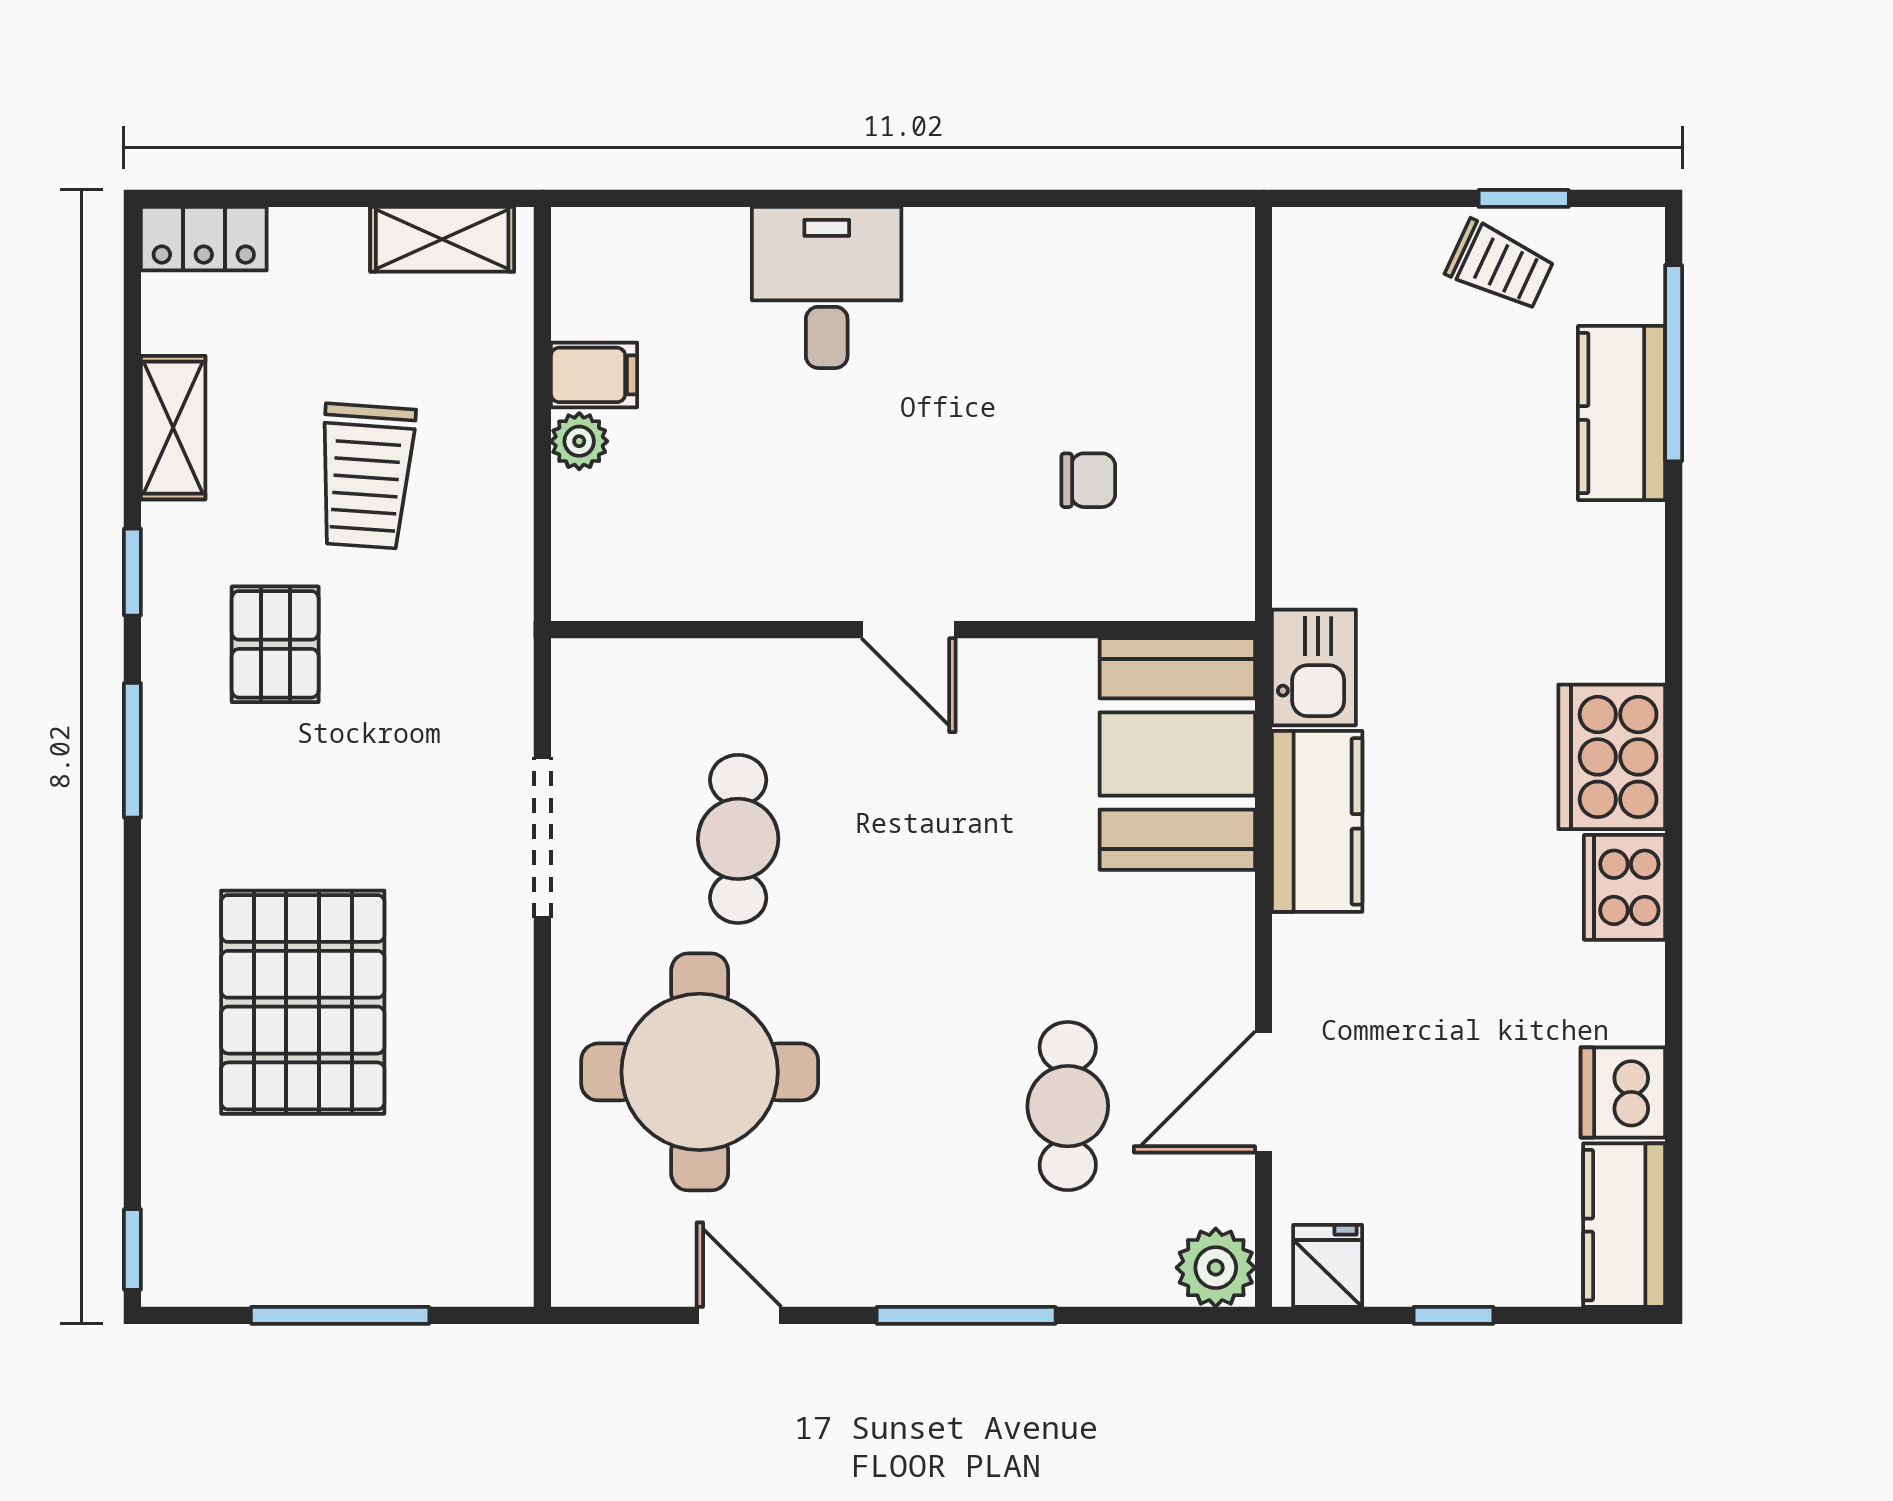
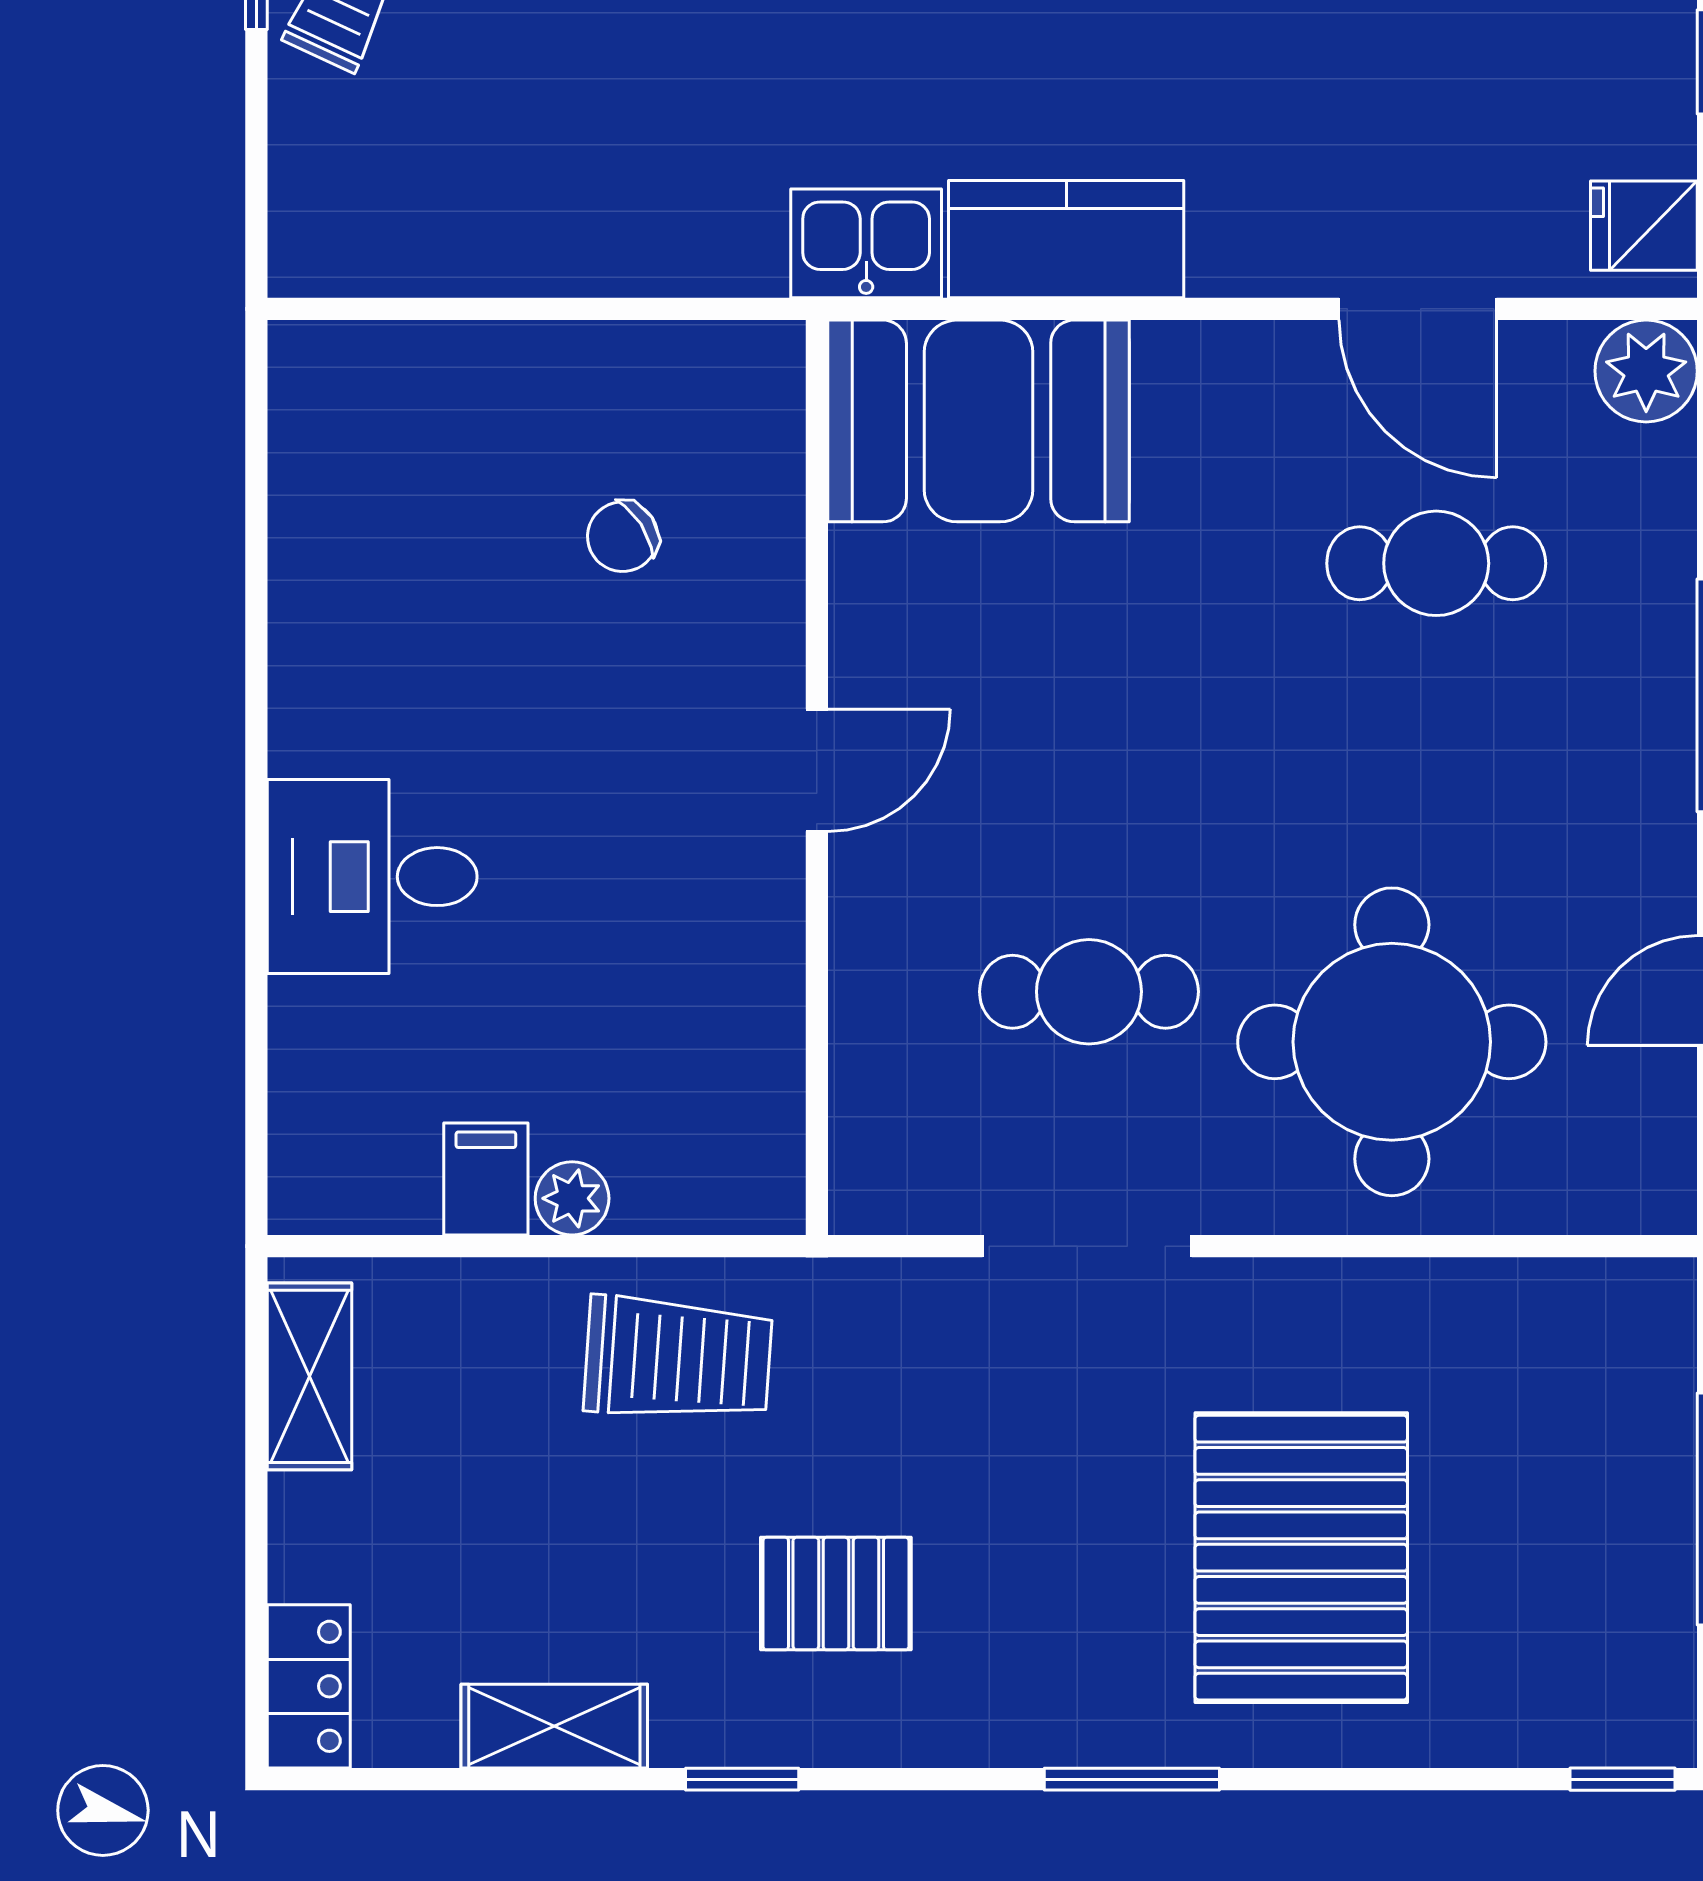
trolley: (366, 476) -> (678, 1359), moved
chair: (1088, 480) -> (623, 537), turned -123
window: (132, 750) -> (1132, 1779), moved
pallet: (303, 1002) -> (1301, 1558), turned 90

